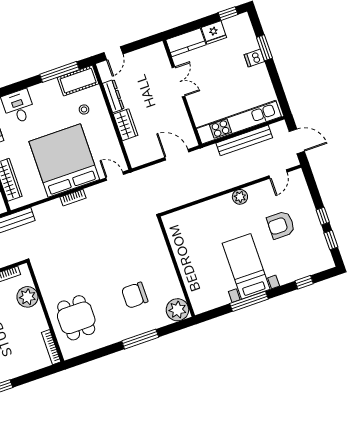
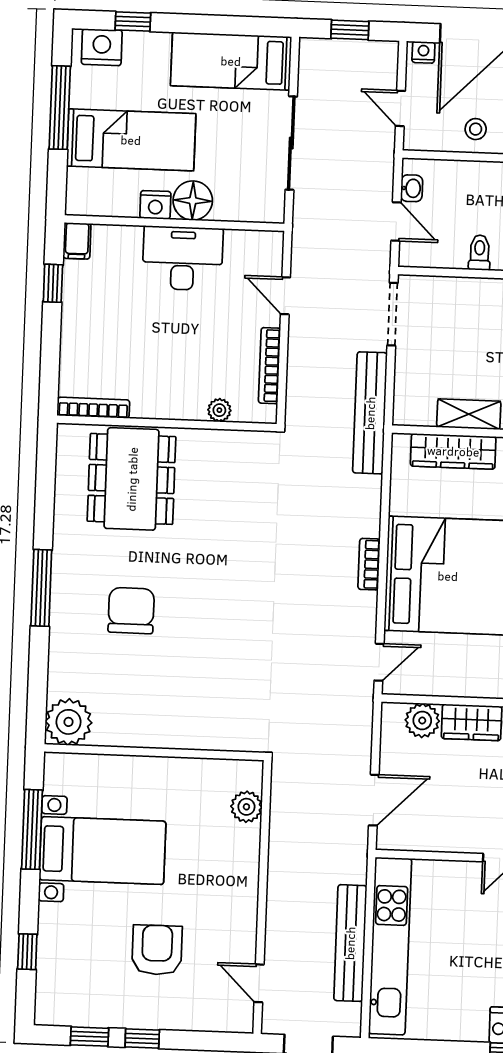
plant: (133, 147) -> (422, 720), added
plant: (240, 197) -> (246, 807), moved
wall: (176, 267) -> (154, 752), moved
plant: (27, 297) -> (219, 410), width x0.53, depth x0.53
plant: (177, 310) -> (69, 722), moved
dining table: (76, 318) -> (132, 479), width x1.37

